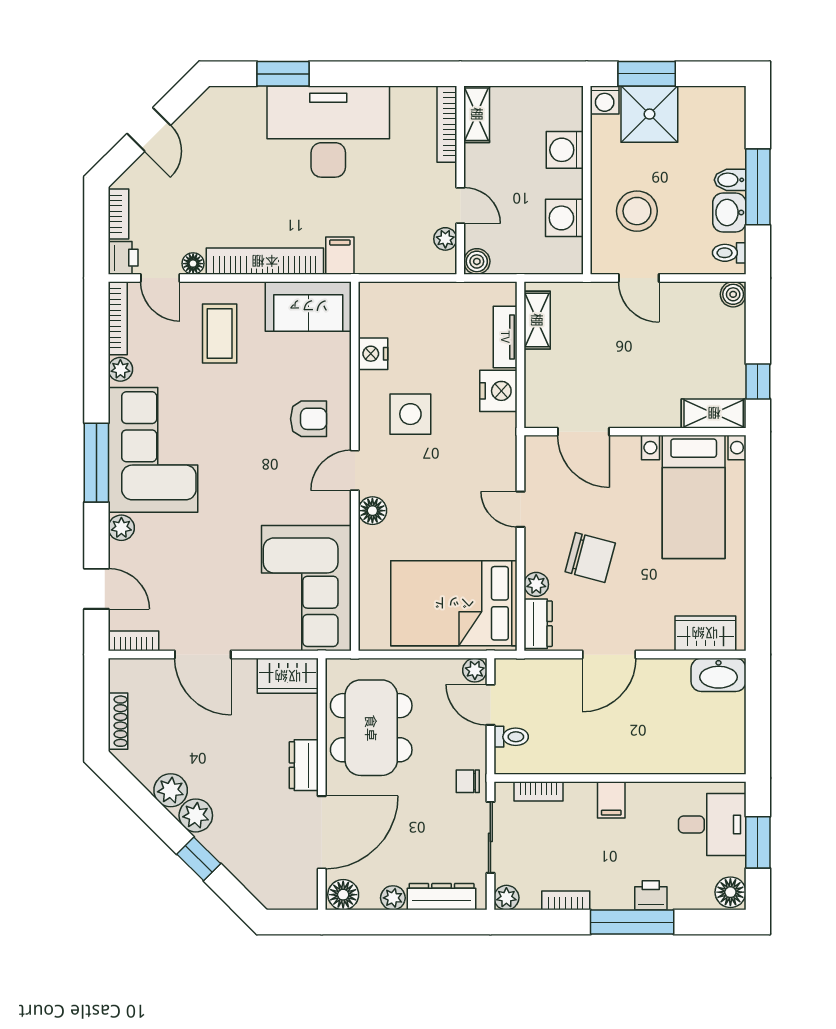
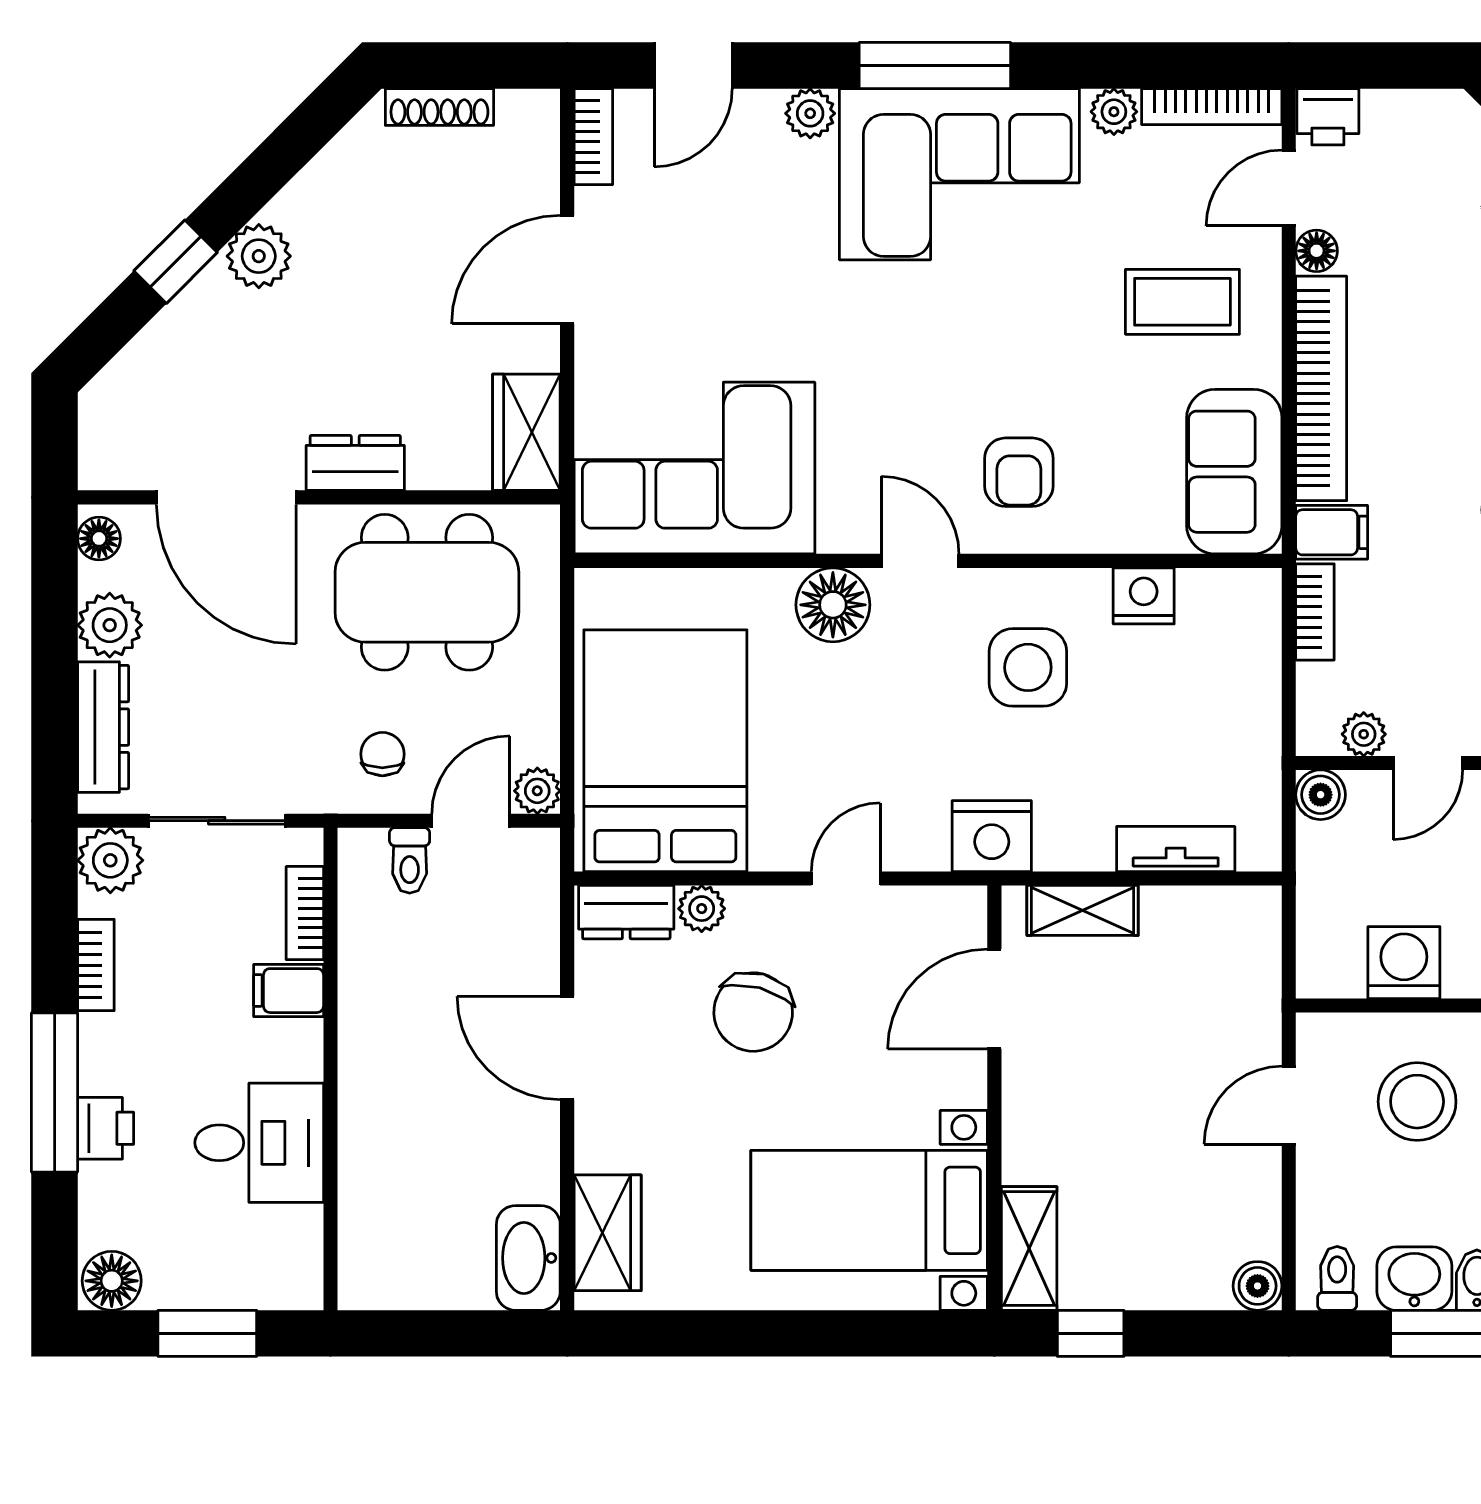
bookcase: (118, 214) -> (1315, 612), moved, turned -90
shelving: (537, 320) -> (1083, 910), moved
nightstand: (498, 391) -> (992, 836), moved
floor lamp: (372, 511) -> (833, 605), width x1.38, depth x1.38
chair: (468, 781) -> (382, 754), moved
plant: (171, 790) -> (307, 208), removed
filing cabinet: (611, 800) -> (289, 991), moved
desk: (712, 825) -> (259, 1143), moved, turned -90
floor lamp: (343, 895) -> (99, 539), width x0.73, depth x0.73
plant: (393, 898) -> (110, 625), width x1.38, depth x1.38
plant: (506, 898) -> (110, 860), width x1.38, depth x1.38

